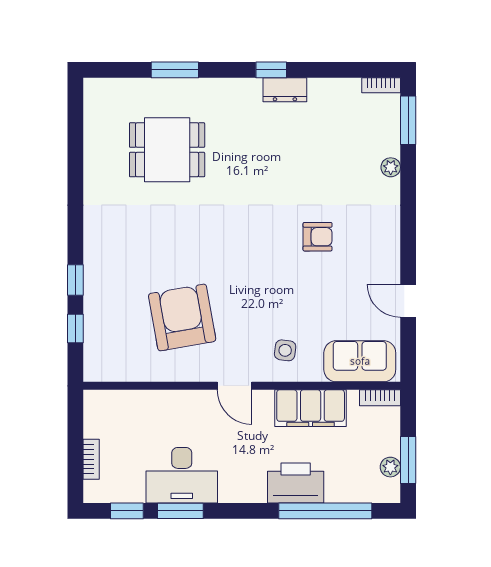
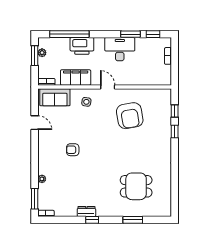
desk: (182, 475) -> (120, 49), moved

